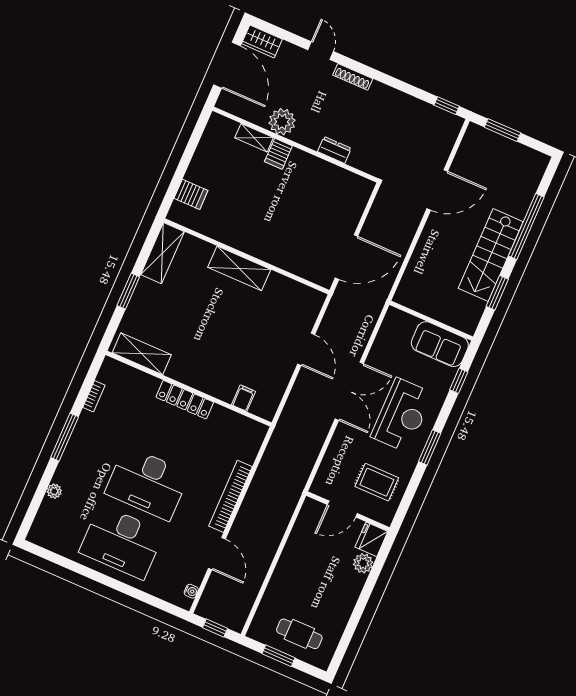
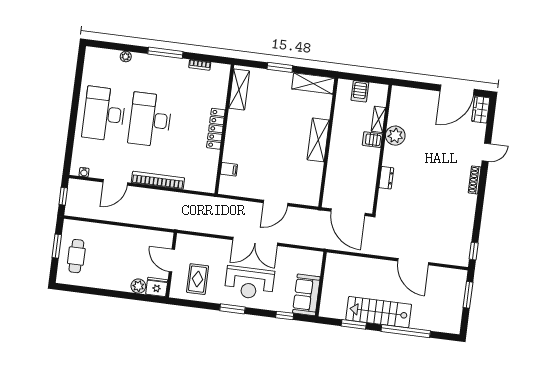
plant: (282, 122) -> (395, 136), moved
shelving: (254, 138) -> (378, 119), moved
wall: (295, 145) -> (382, 149), moved
dresser: (334, 150) -> (386, 178), moved
server rack: (278, 154) -> (372, 140), moved

